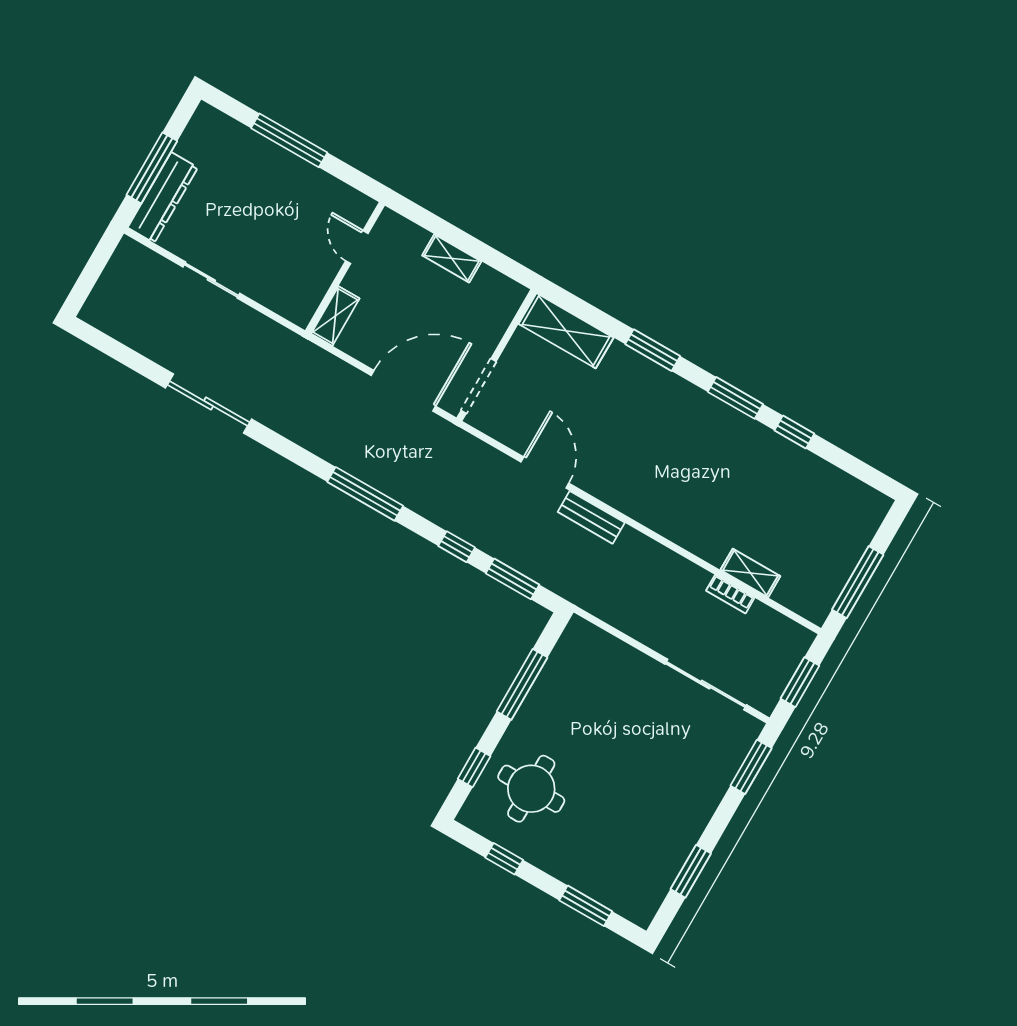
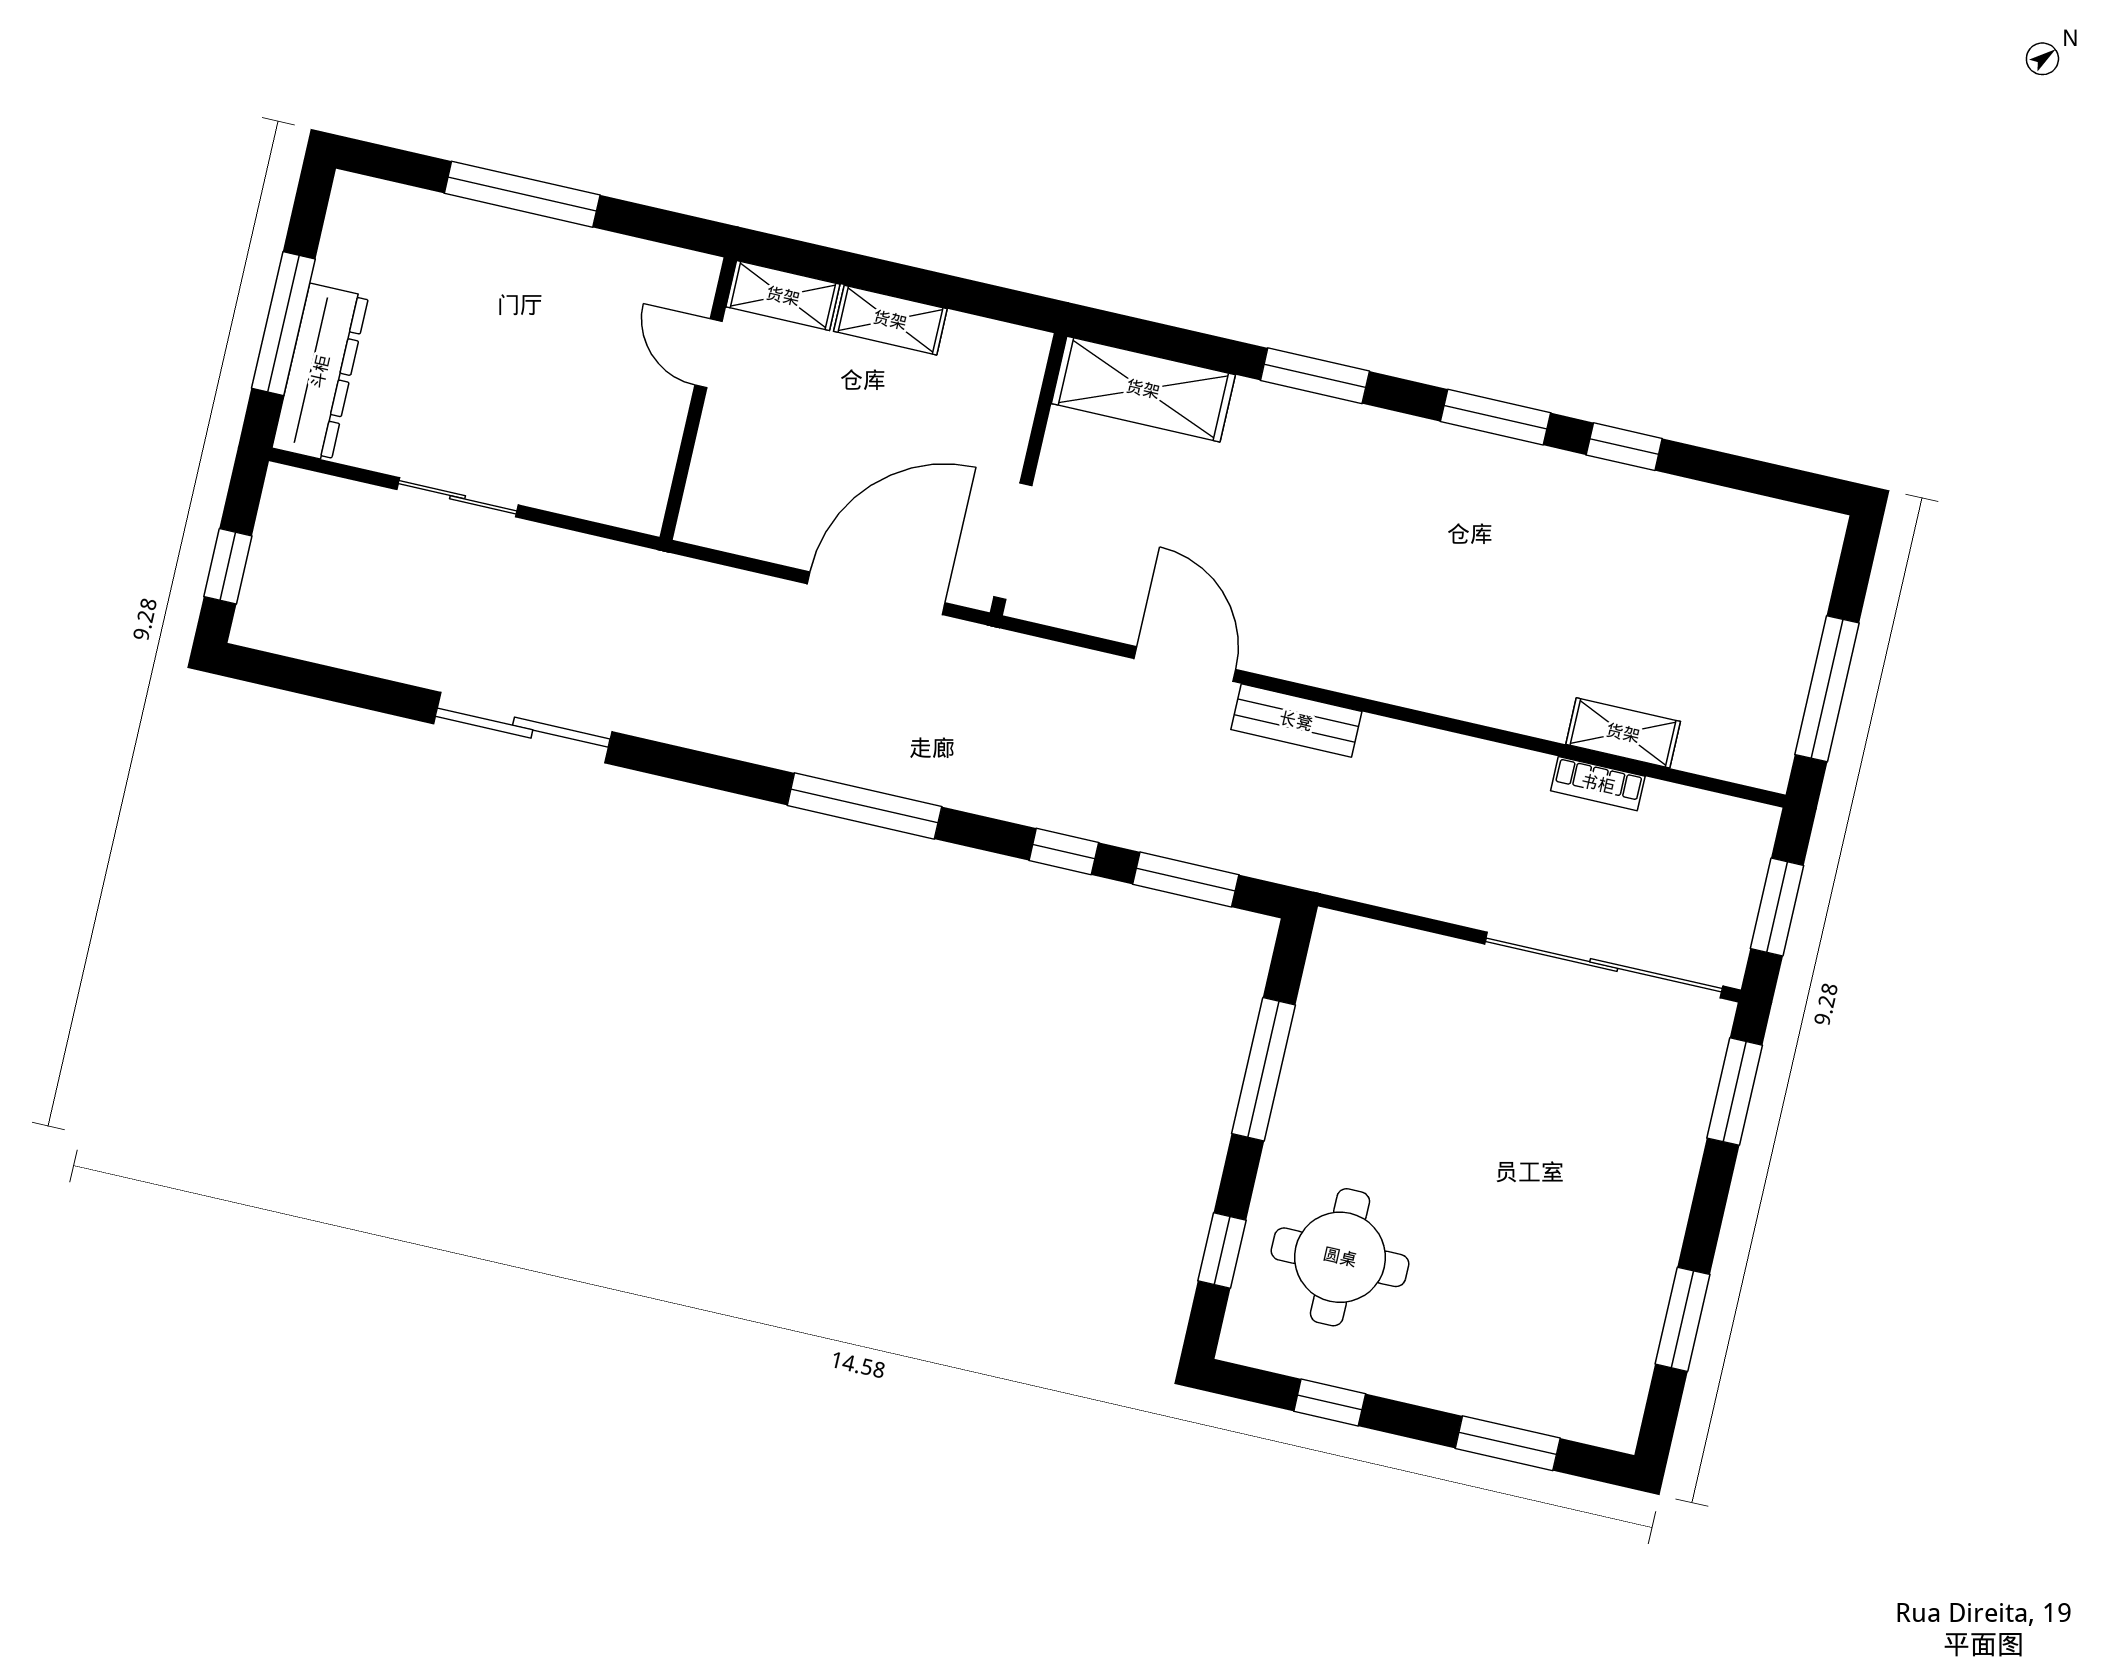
window: (88, 279) -> (228, 566), added
shelving: (335, 316) -> (783, 296), moved, turned 90
sliding door: (706, 685) -> (1604, 965), width x1.36

